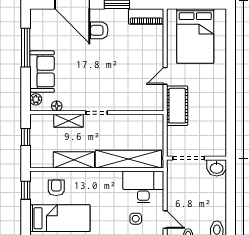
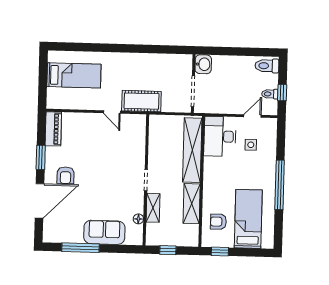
bed: (195, 36) -> (74, 75), width x0.67
plant: (36, 99) -> (131, 239), removed

